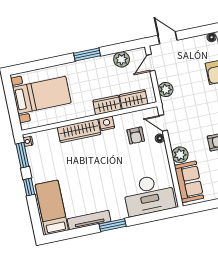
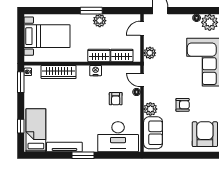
plant: (122, 59) -> (100, 21), moved
wardrobe: (79, 131) -> (59, 72), moved
armchair: (136, 135) -> (116, 99), moved
window: (29, 187) -> (21, 126), moved

